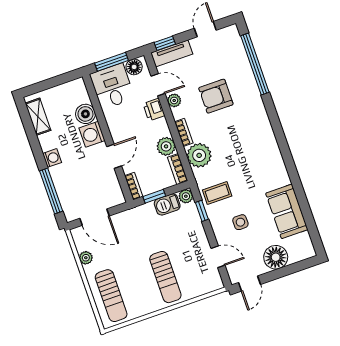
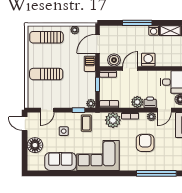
boiler: (85, 114) -> (114, 60), moved
plant: (166, 146) -> (137, 102), moved
door: (114, 156) -> (130, 68), swing flipped
washing machine: (52, 158) -> (154, 30), moved
corner sofa: (259, 159) -> (98, 155), added
window: (51, 191) -> (137, 23), moved
barbecue: (167, 205) -> (90, 64), moved

